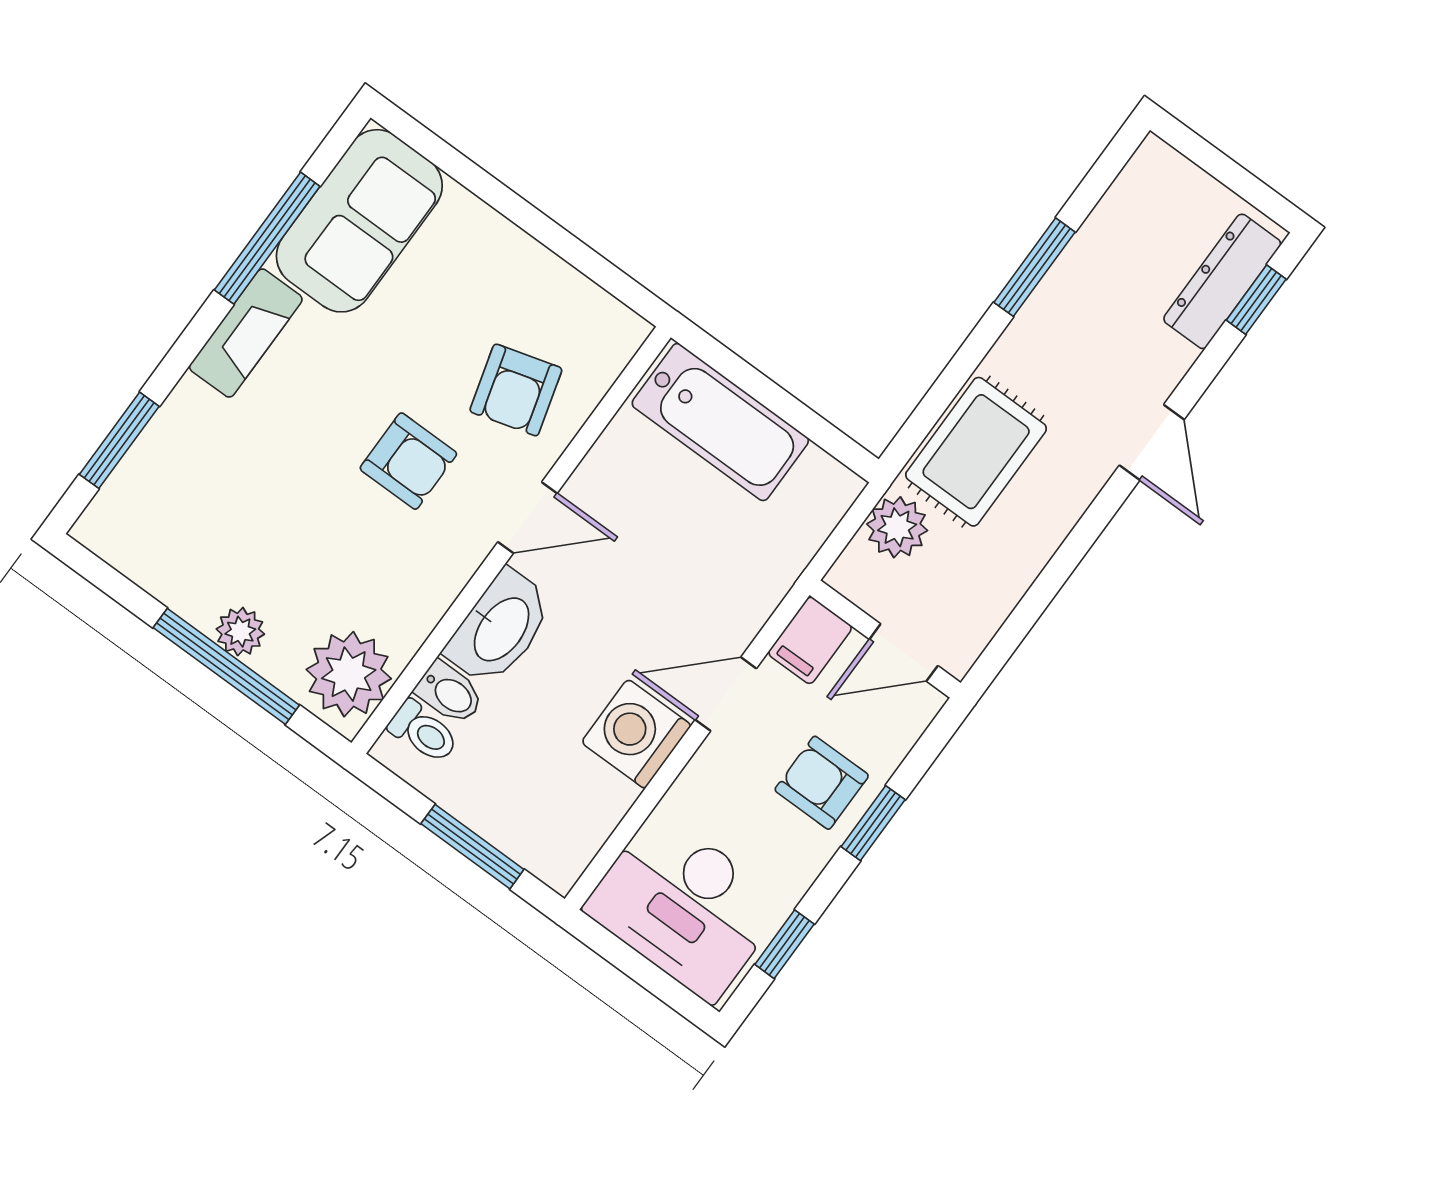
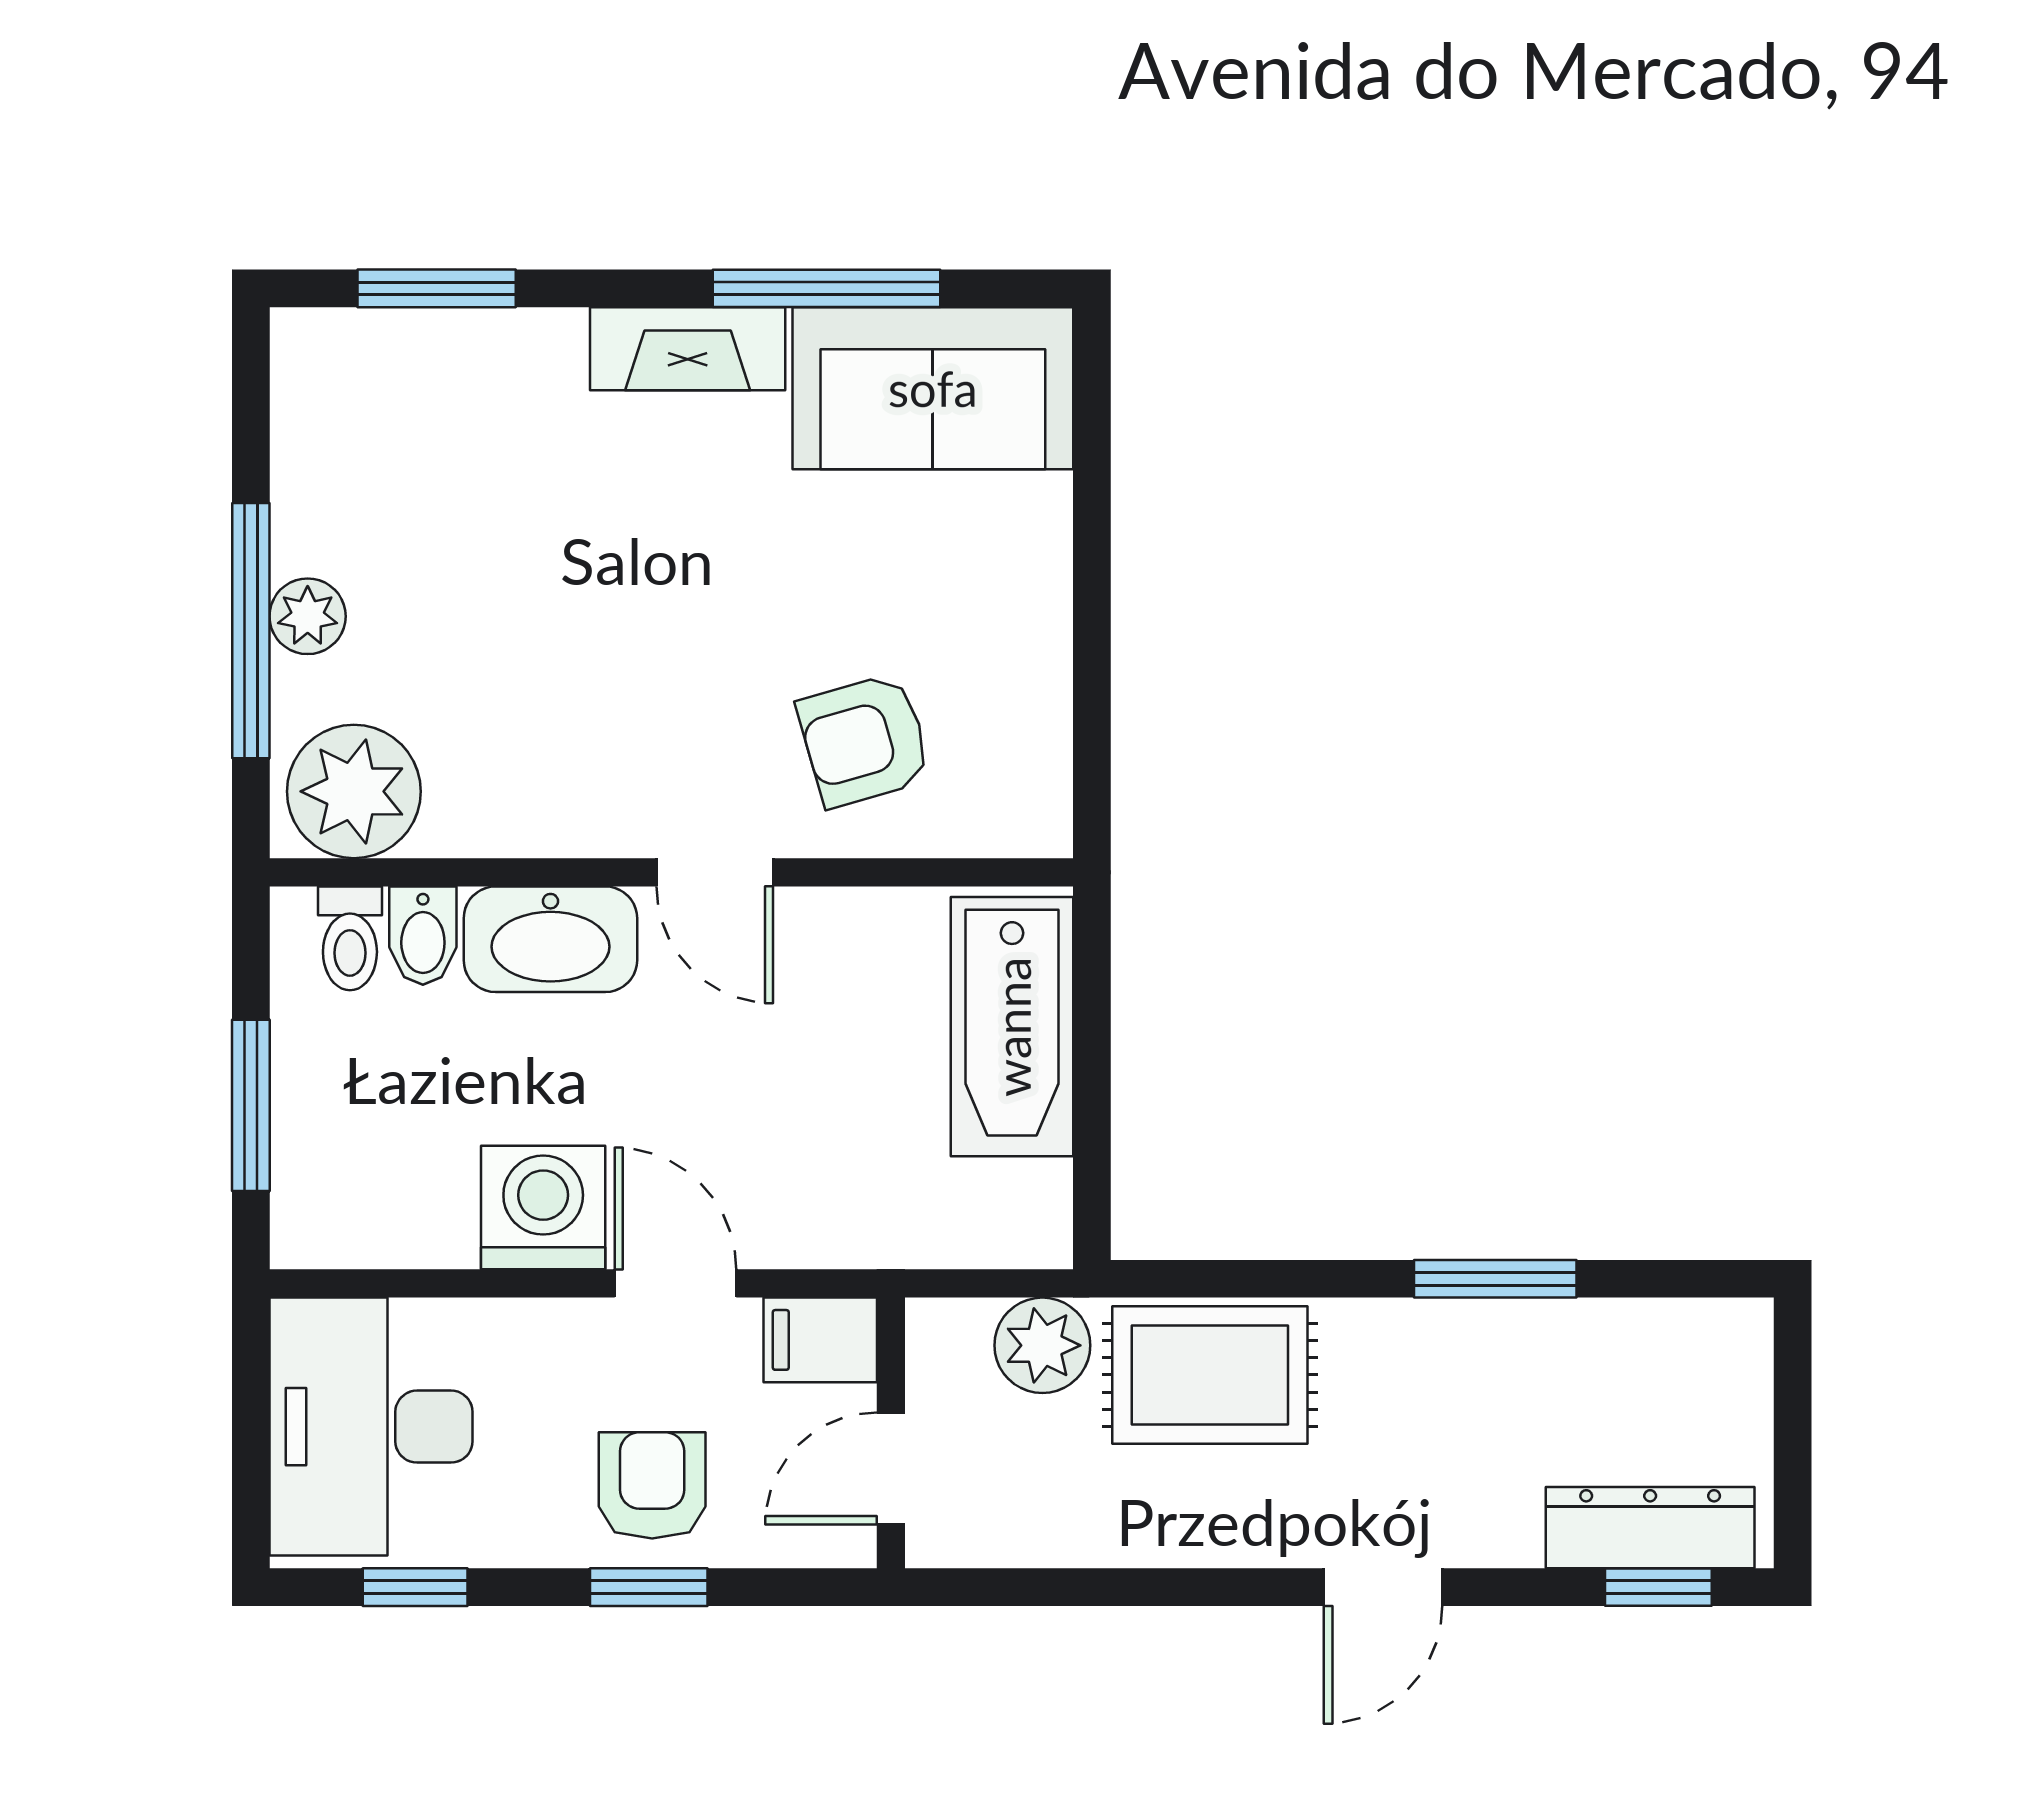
armchair: (408, 461) -> (676, 671), removed
door: (904, 653) -> (891, 1469), hinge flipped

